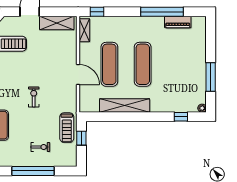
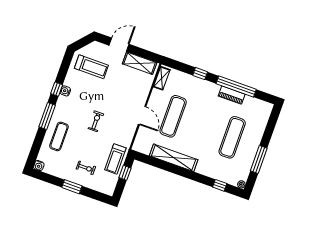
window: (97, 12) -> (200, 74), moved
piano: (178, 22) -> (232, 95), moved
exercise mat: (143, 64) -> (232, 137), moved
window: (33, 171) -> (72, 187), width x0.47

